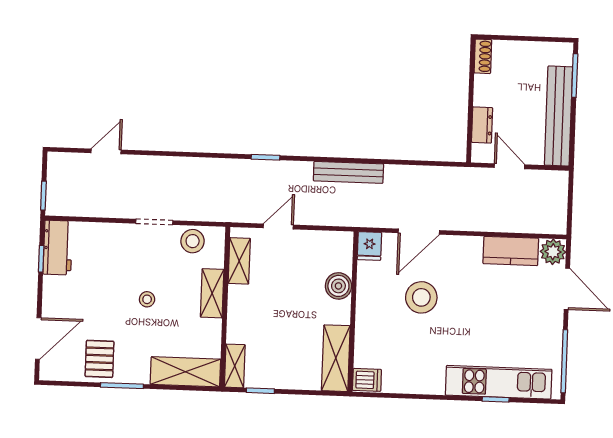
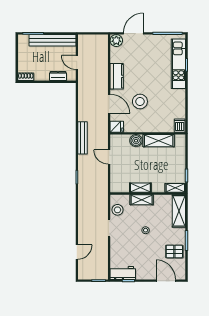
door: (106, 151) -> (77, 252), swing flipped
door: (509, 166) -> (77, 62), hinge flipped
door: (278, 226) -> (109, 157), moved
kitchen counter: (511, 251) -> (117, 76), moved
shelving: (239, 261) -> (140, 188), moved
shelving: (336, 358) -> (159, 141), moved

